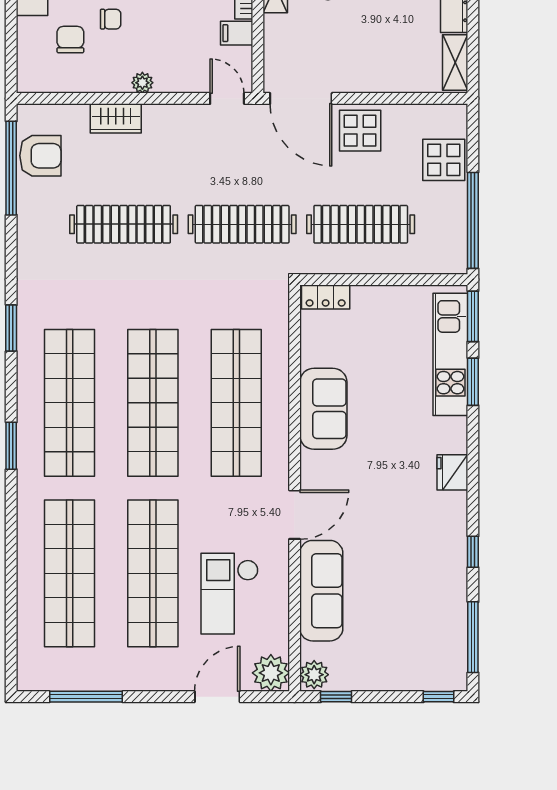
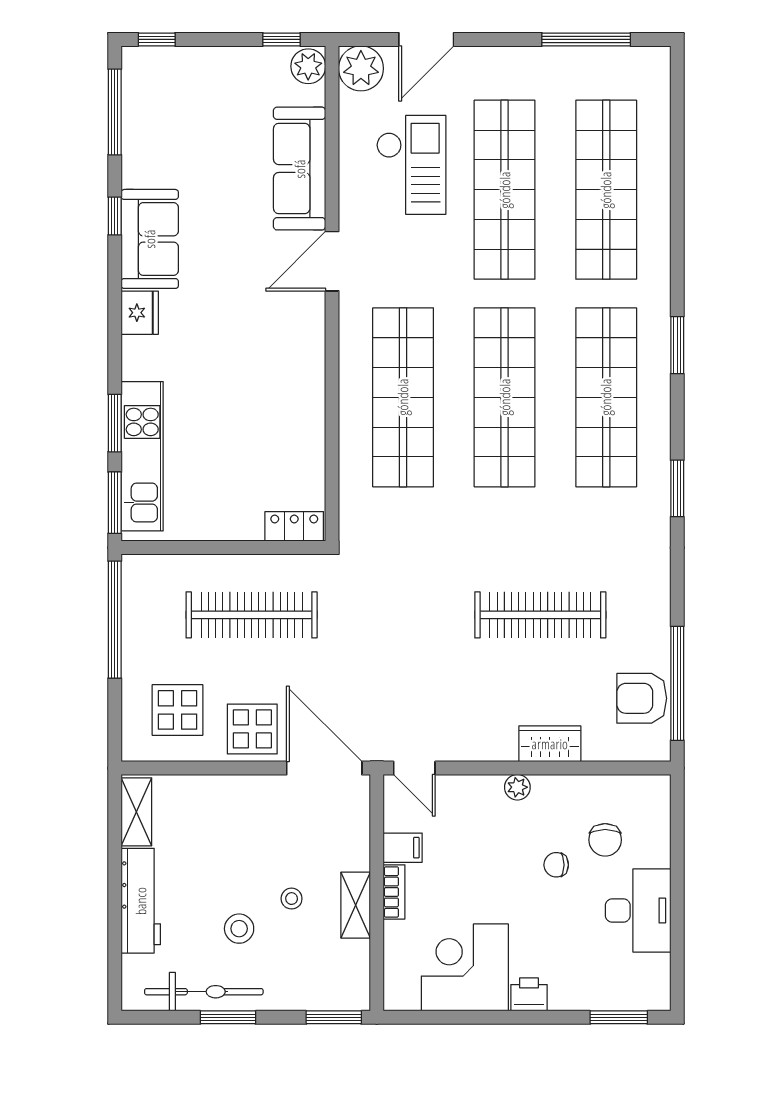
display table: (444, 160) -> (178, 710), moved
clothes rail: (242, 224) -> (396, 615), removed
sofa: (323, 409) -> (150, 239), moved, turned 180

